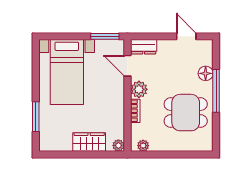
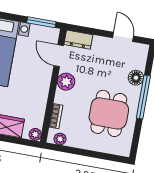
bookcase: (135, 111) -> (56, 116), moved
dining table: (186, 113) -> (109, 113), turned 90

